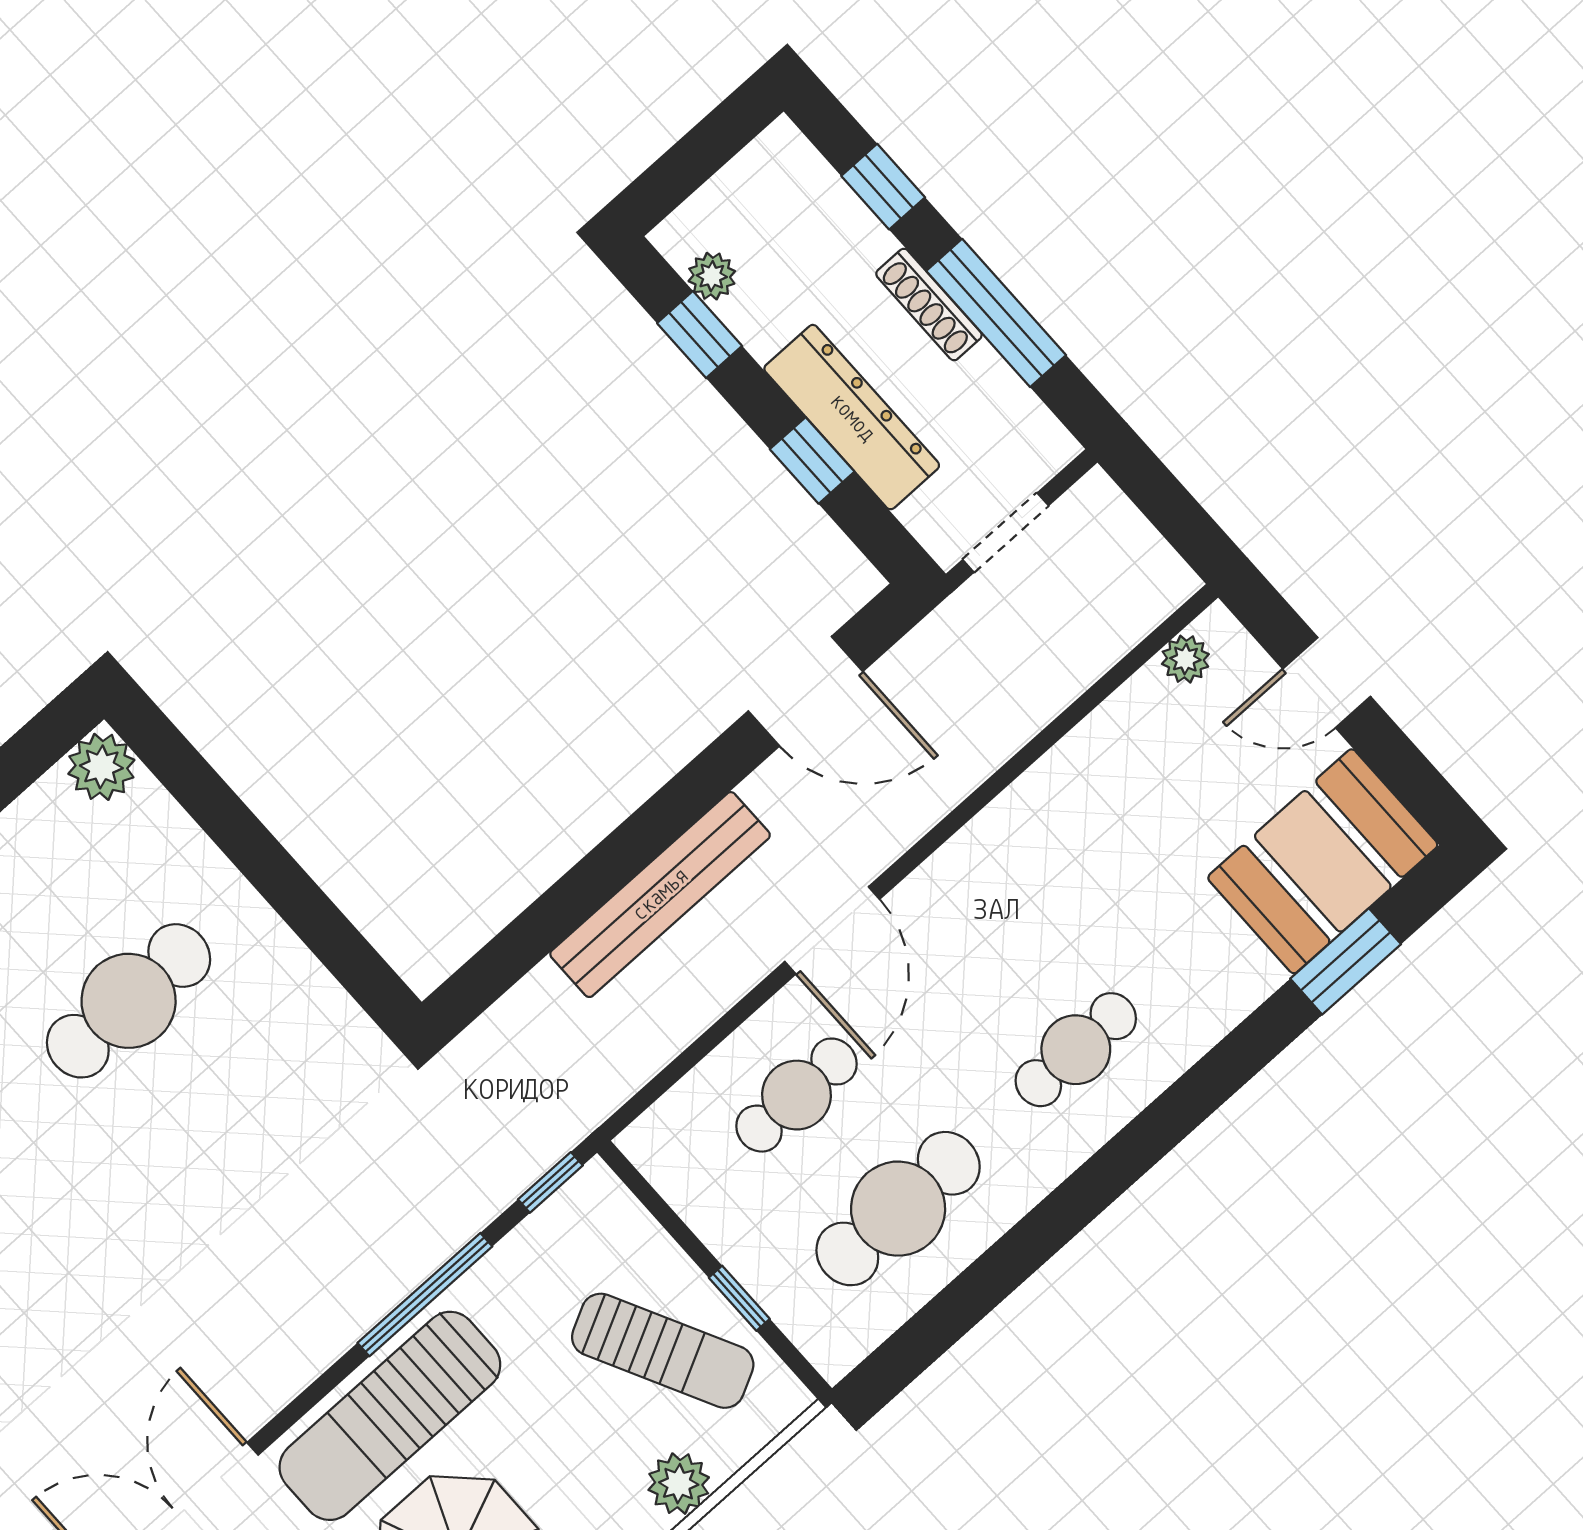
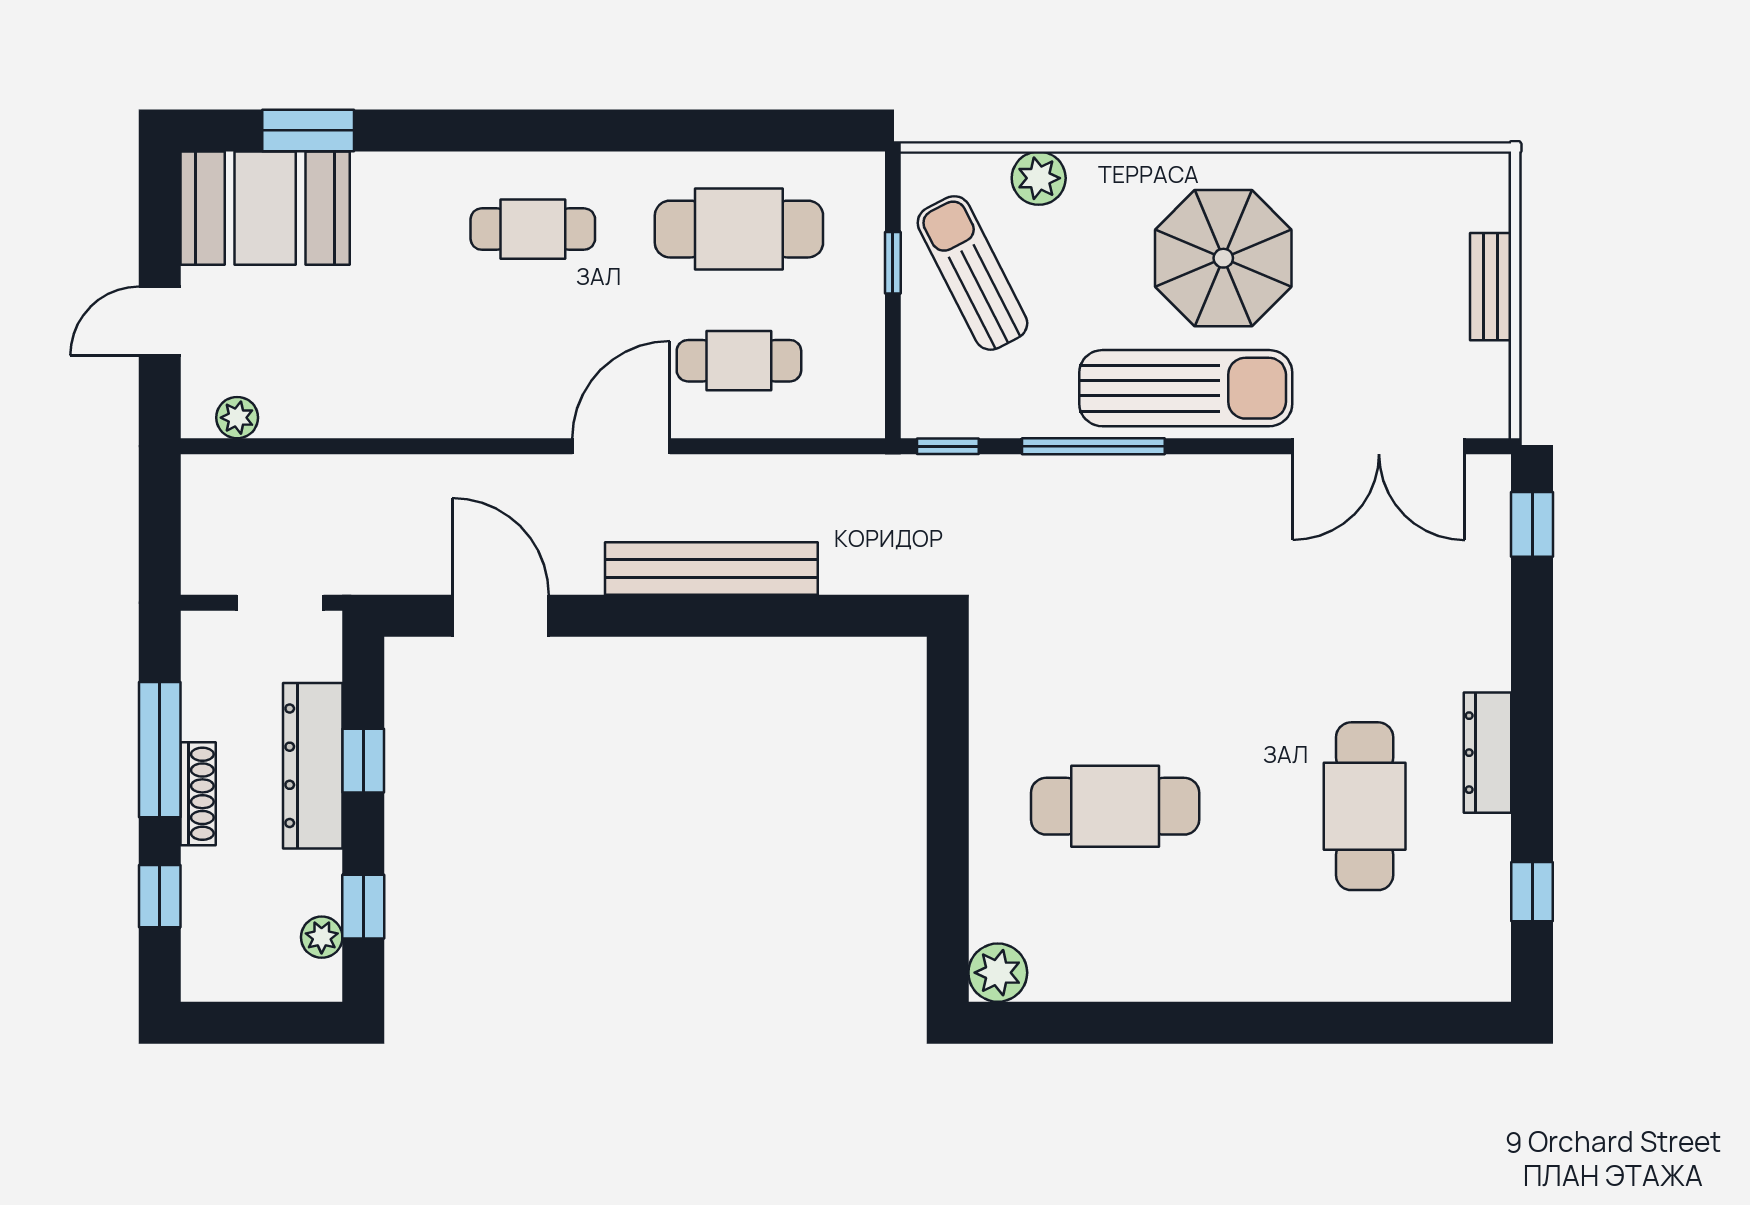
door: (1327, 683) -> (160, 321), swing flipped

